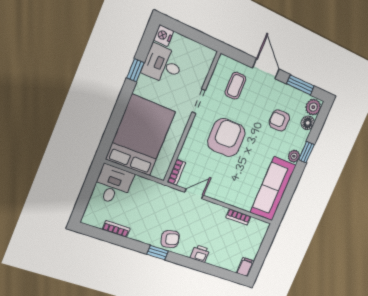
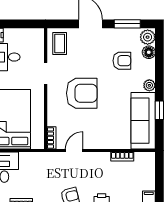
coffee table: (235, 86) -> (60, 44), moved
armchair: (279, 120) -> (122, 61), turned 180
armchair: (226, 138) -> (82, 93), turned 90
window: (306, 152) -> (159, 110), moved

